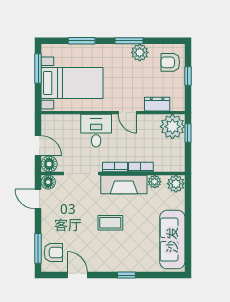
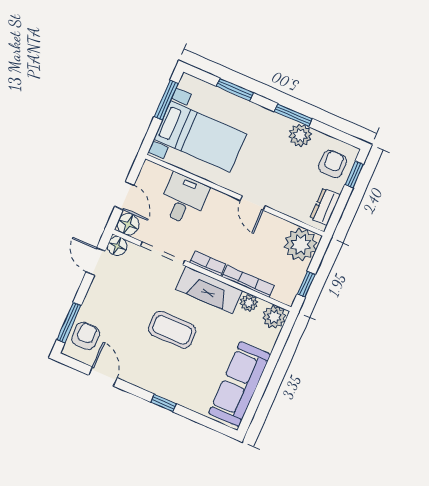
armchair: (170, 62) -> (333, 164), turned 90
window: (188, 76) -> (354, 174), moved
dresser: (157, 104) -> (325, 207), moved, turned -90
desk: (96, 131) -> (183, 199), moved
window: (188, 133) -> (306, 284), moved
bookcase: (141, 167) -> (248, 281), width x1.56
coffee table: (110, 223) -> (172, 330), width x1.36, depth x1.30
armchair: (53, 252) -> (86, 336), turned -90

